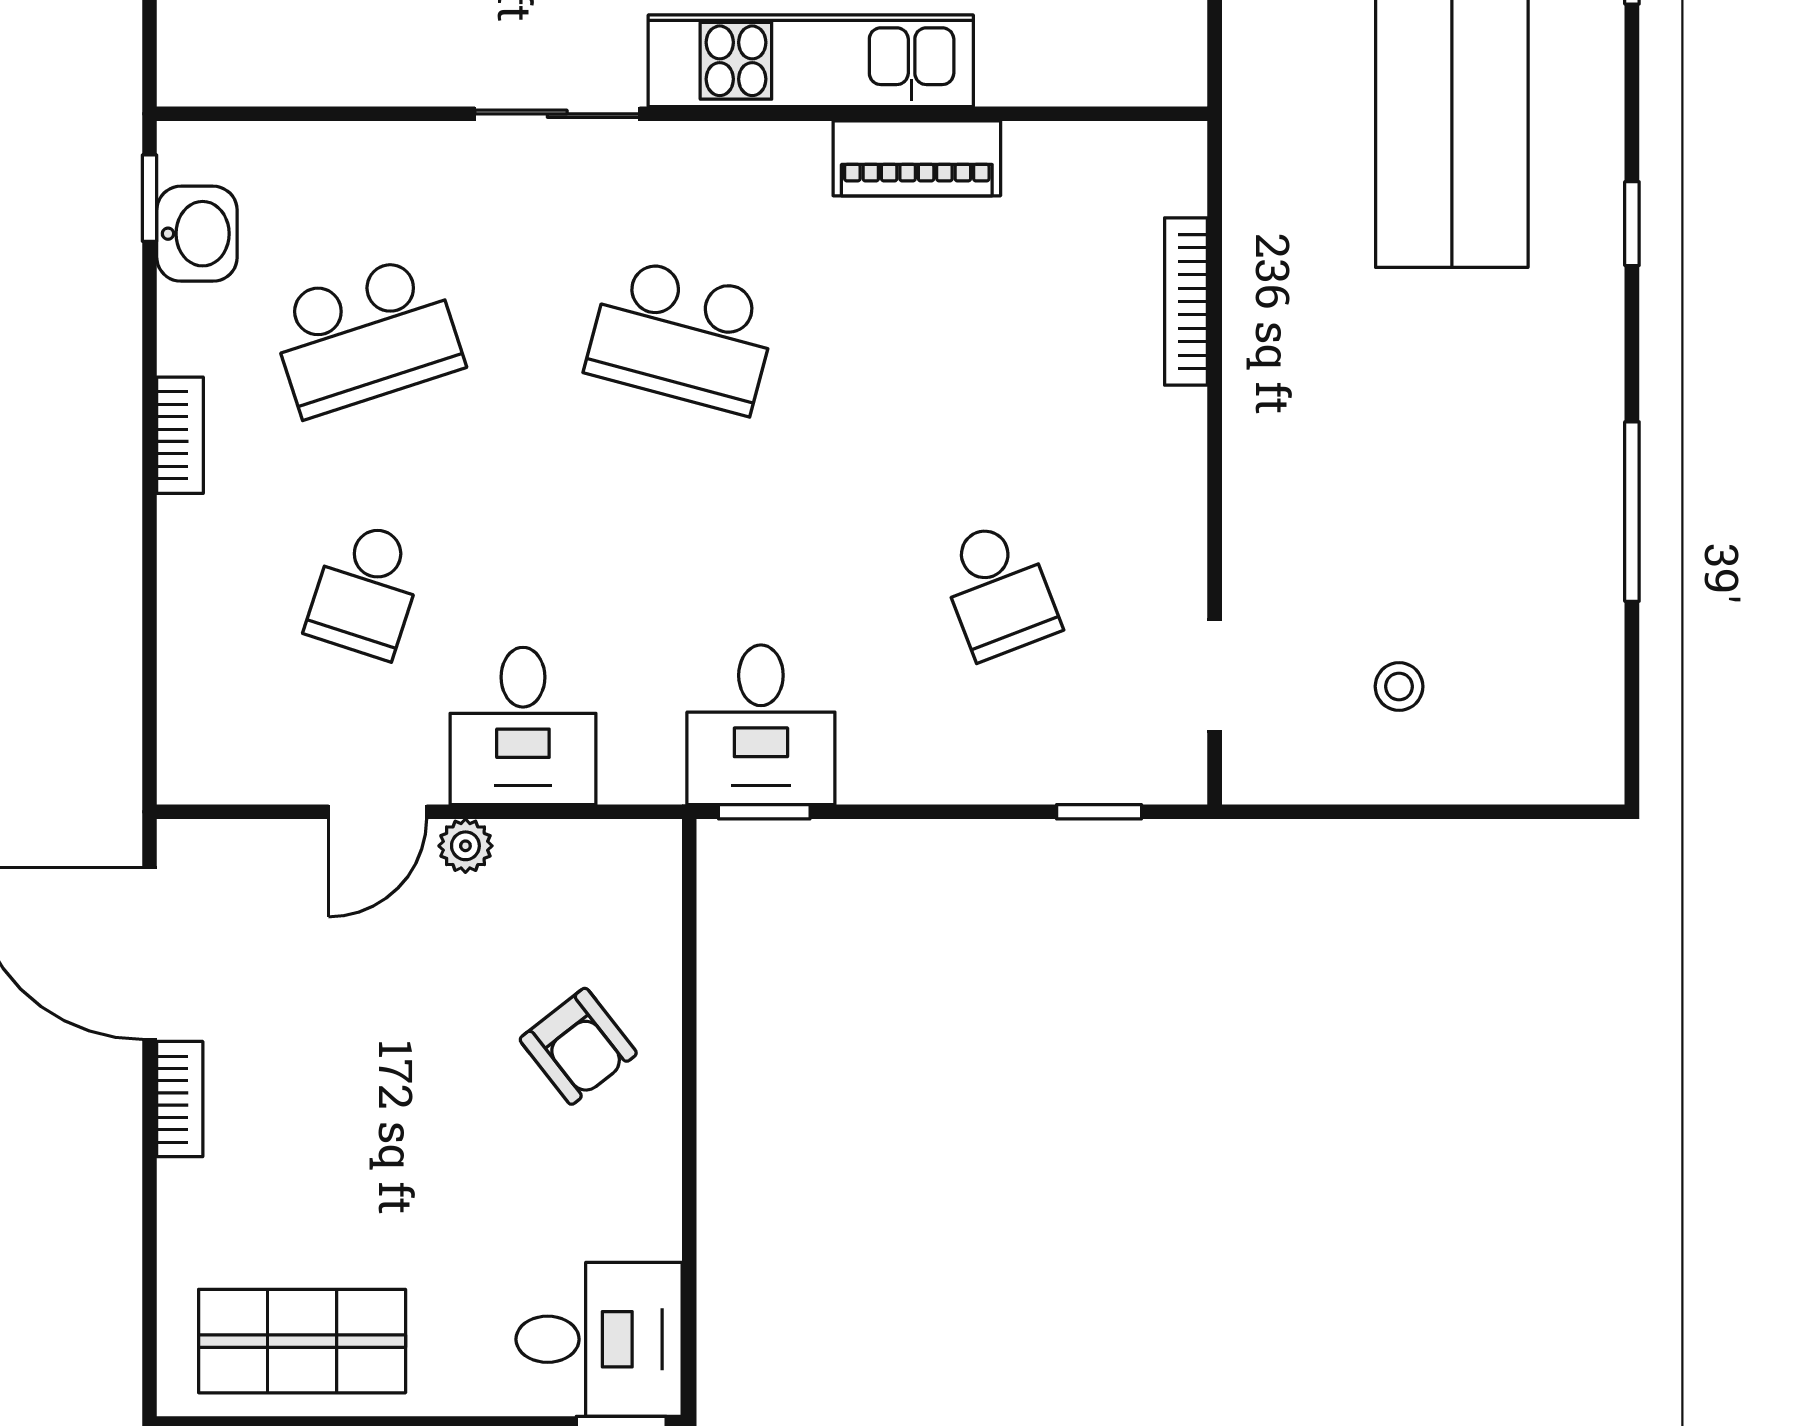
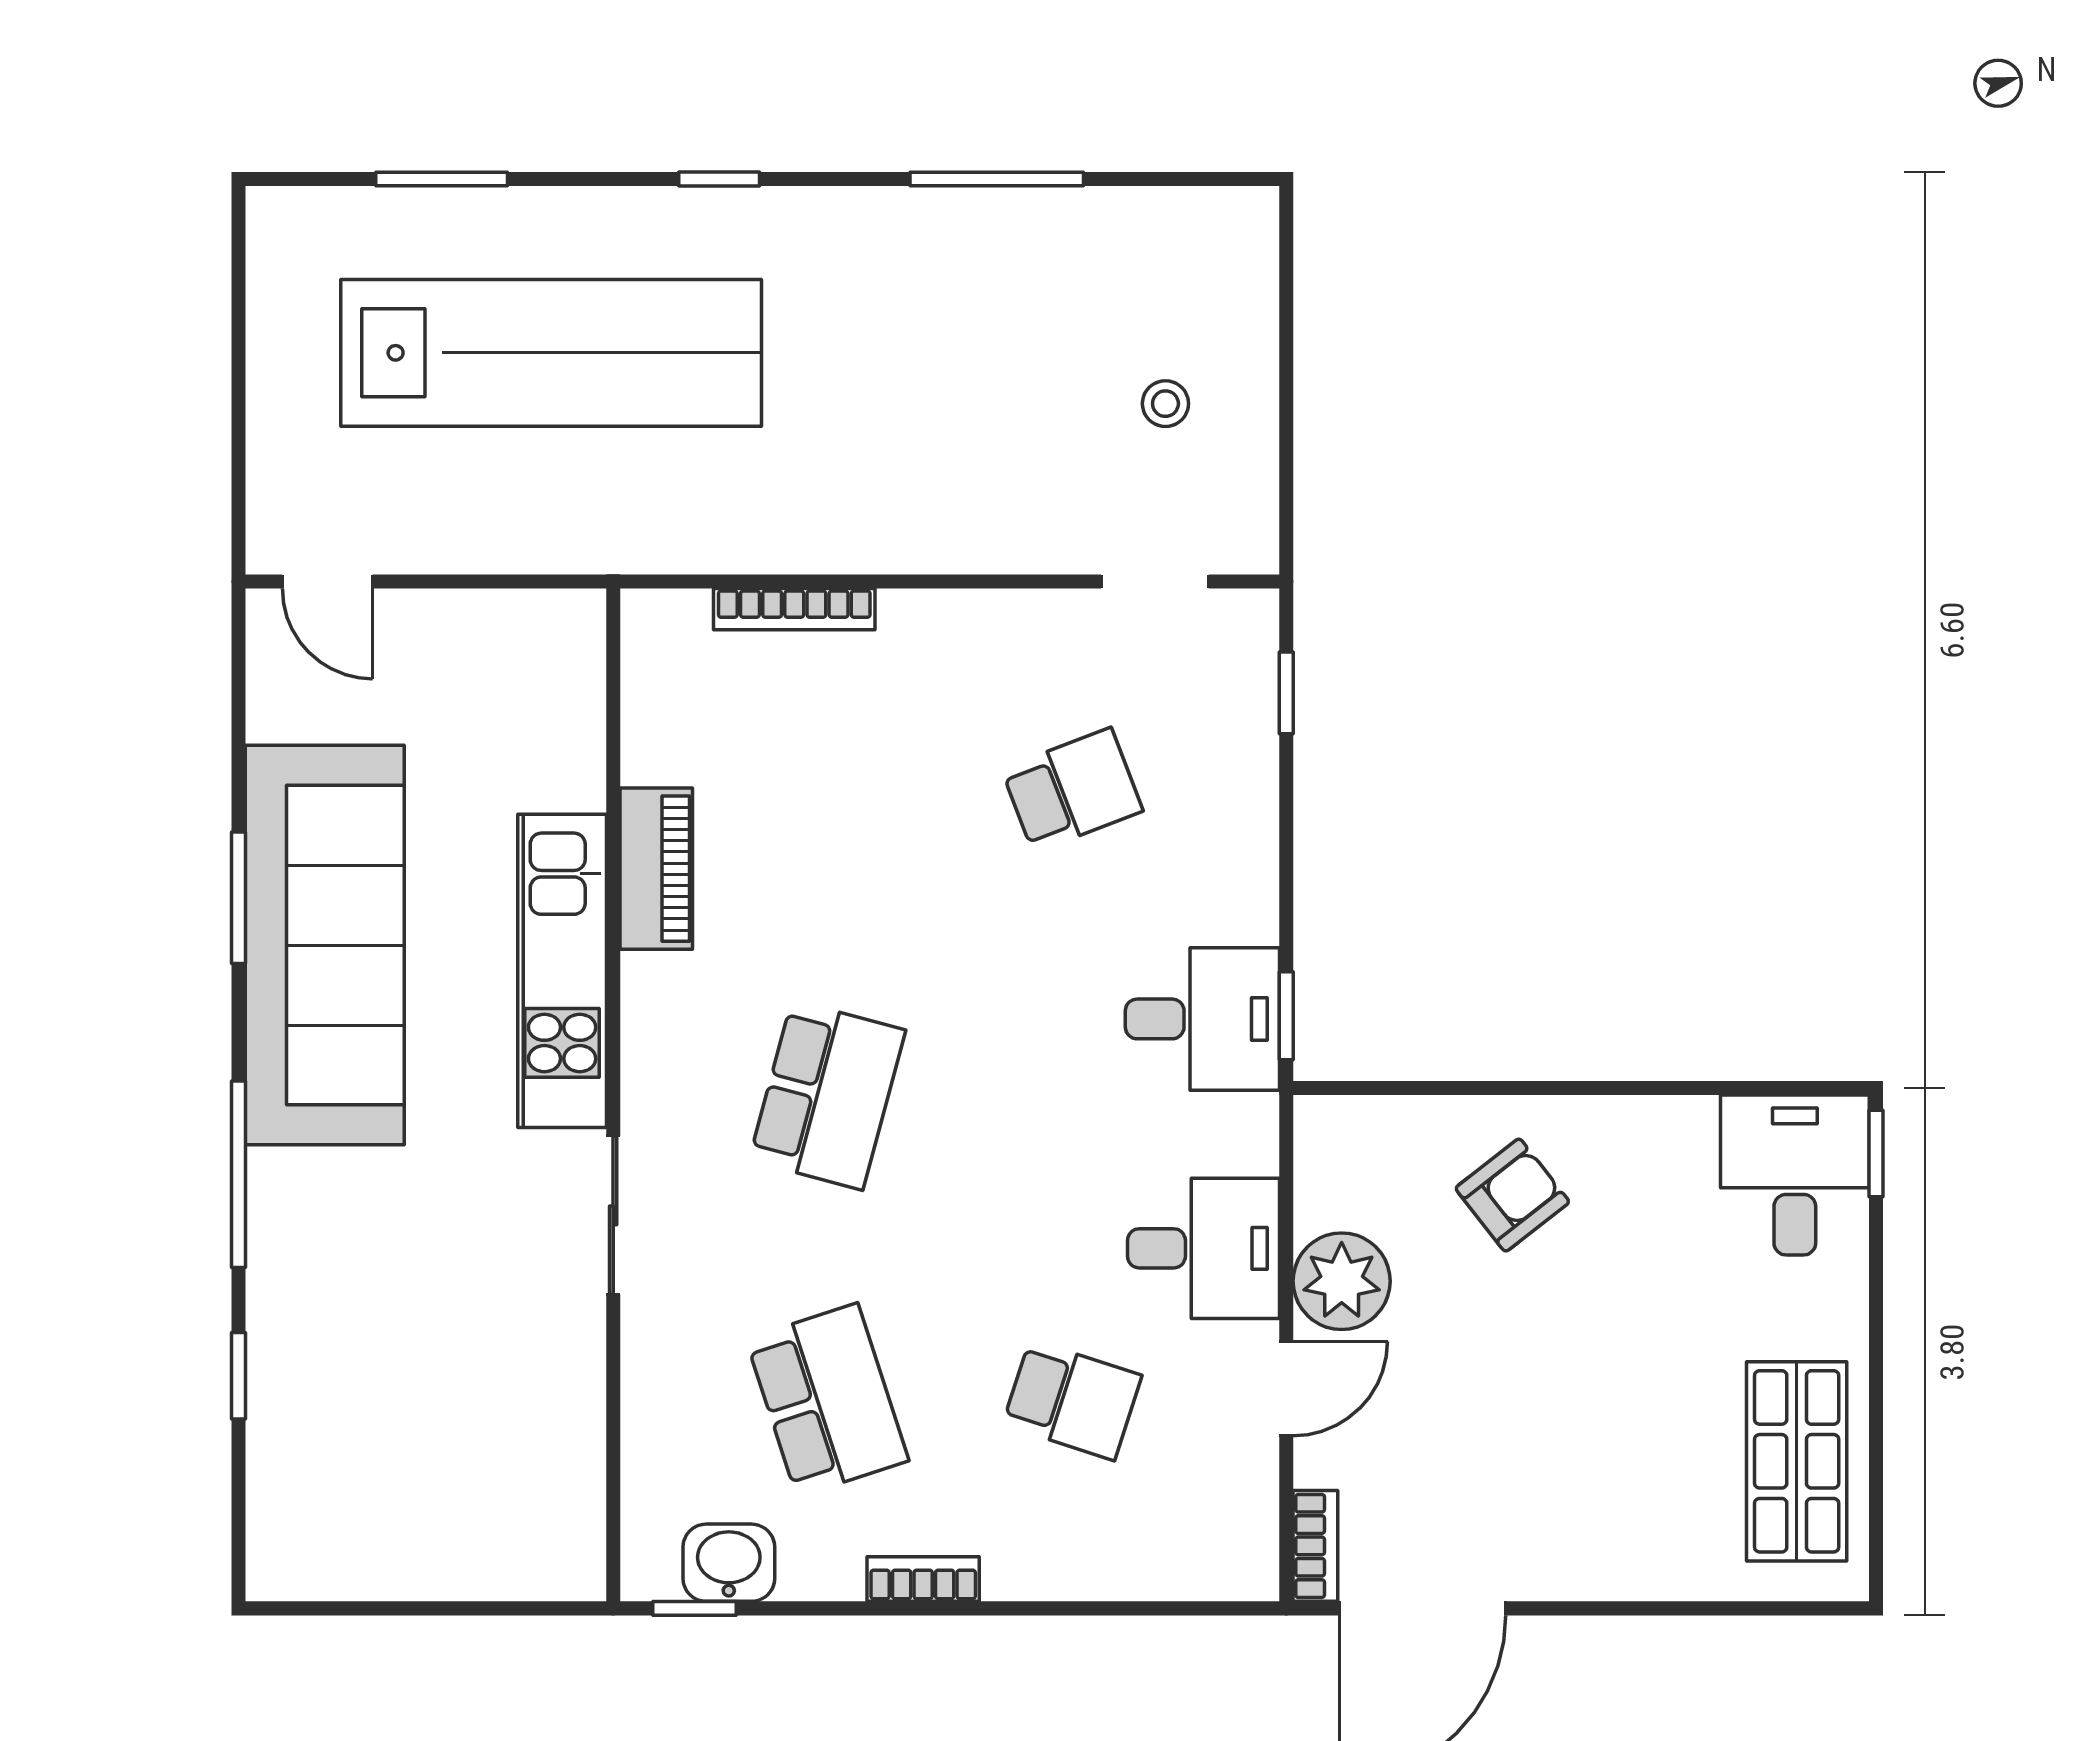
door: (378, 812) -> (1286, 1389), hinge flipped
plant: (465, 846) -> (1342, 1281), width x1.88, depth x1.88
bookcase: (180, 1099) -> (1315, 1546), moved, turned 90

